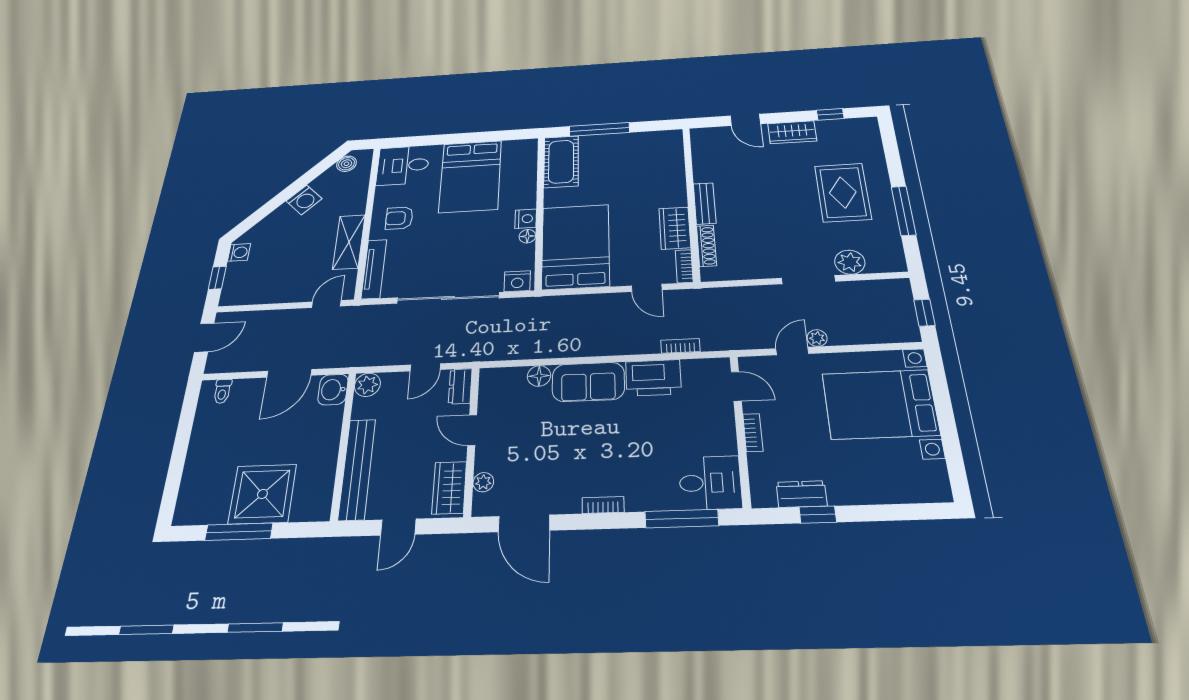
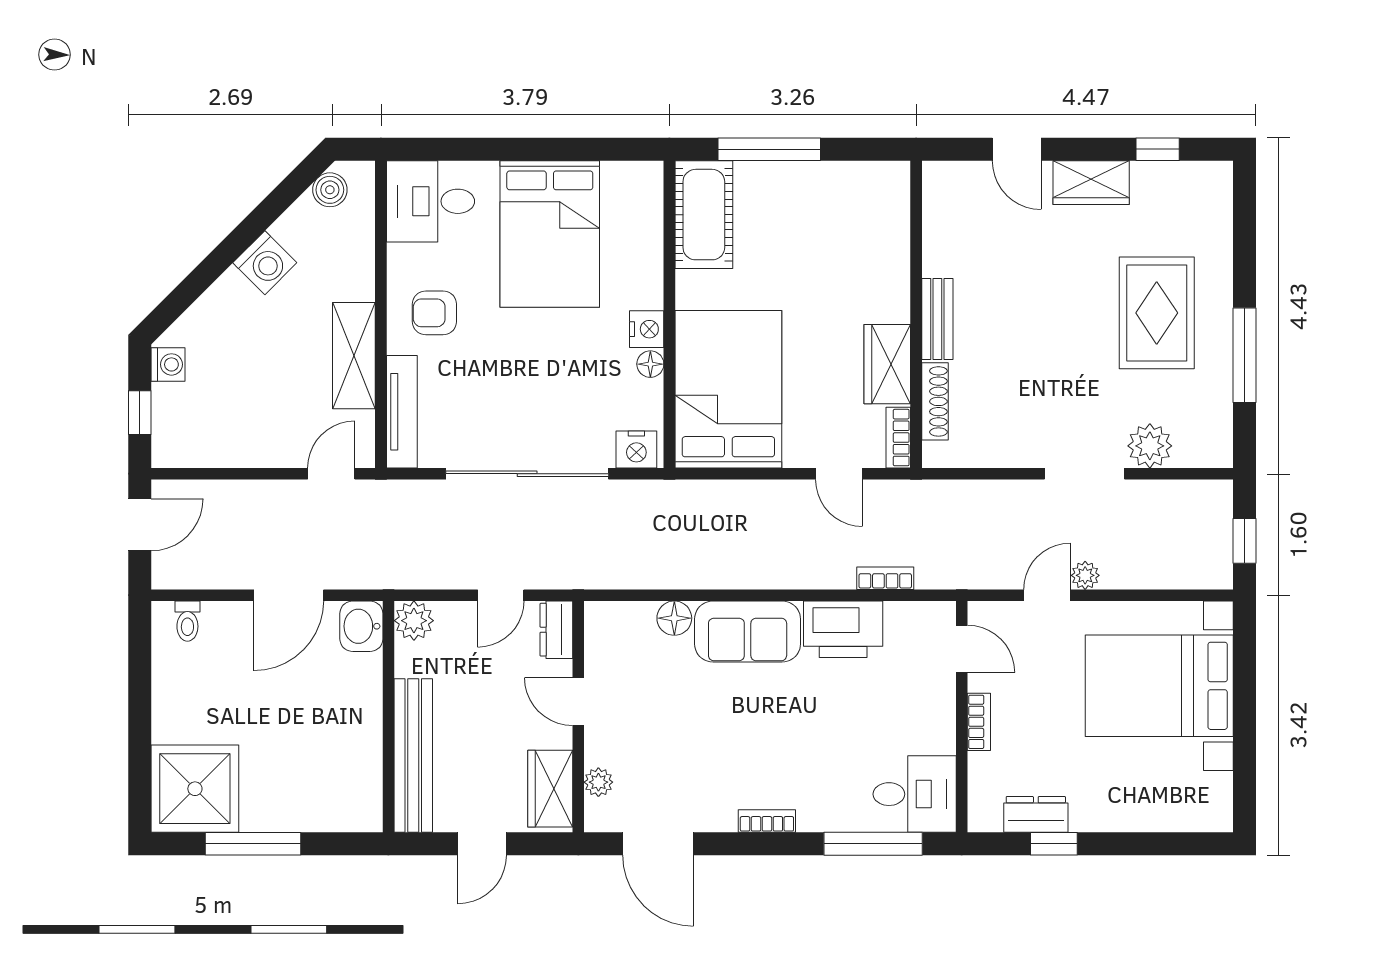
shower: (262, 494) -> (195, 789), moved

